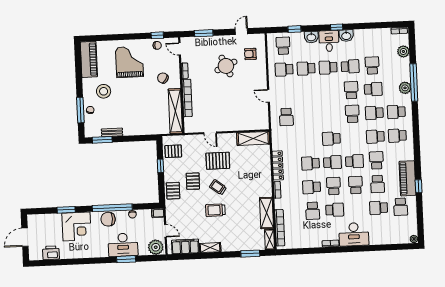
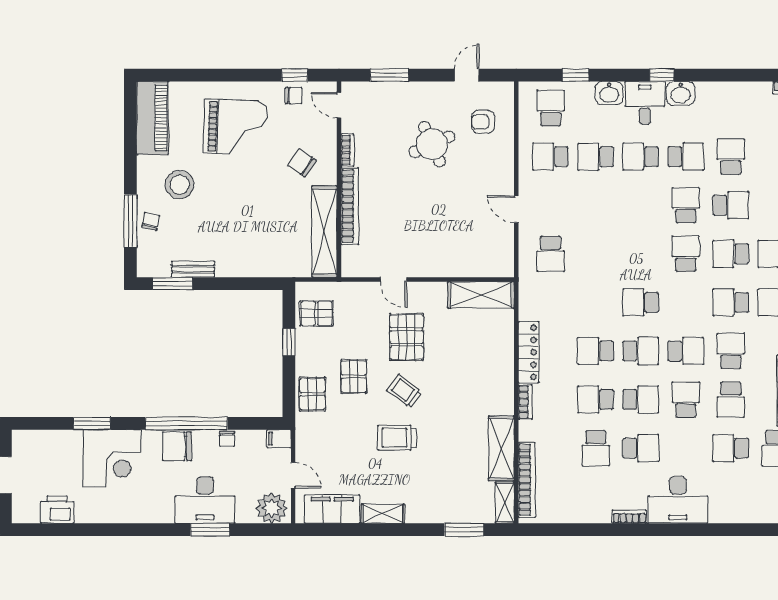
grand piano: (129, 62) -> (235, 127), turned 92
pallet: (218, 161) -> (407, 337), turned 90
school desk: (334, 186) -> (641, 400), turned 90

